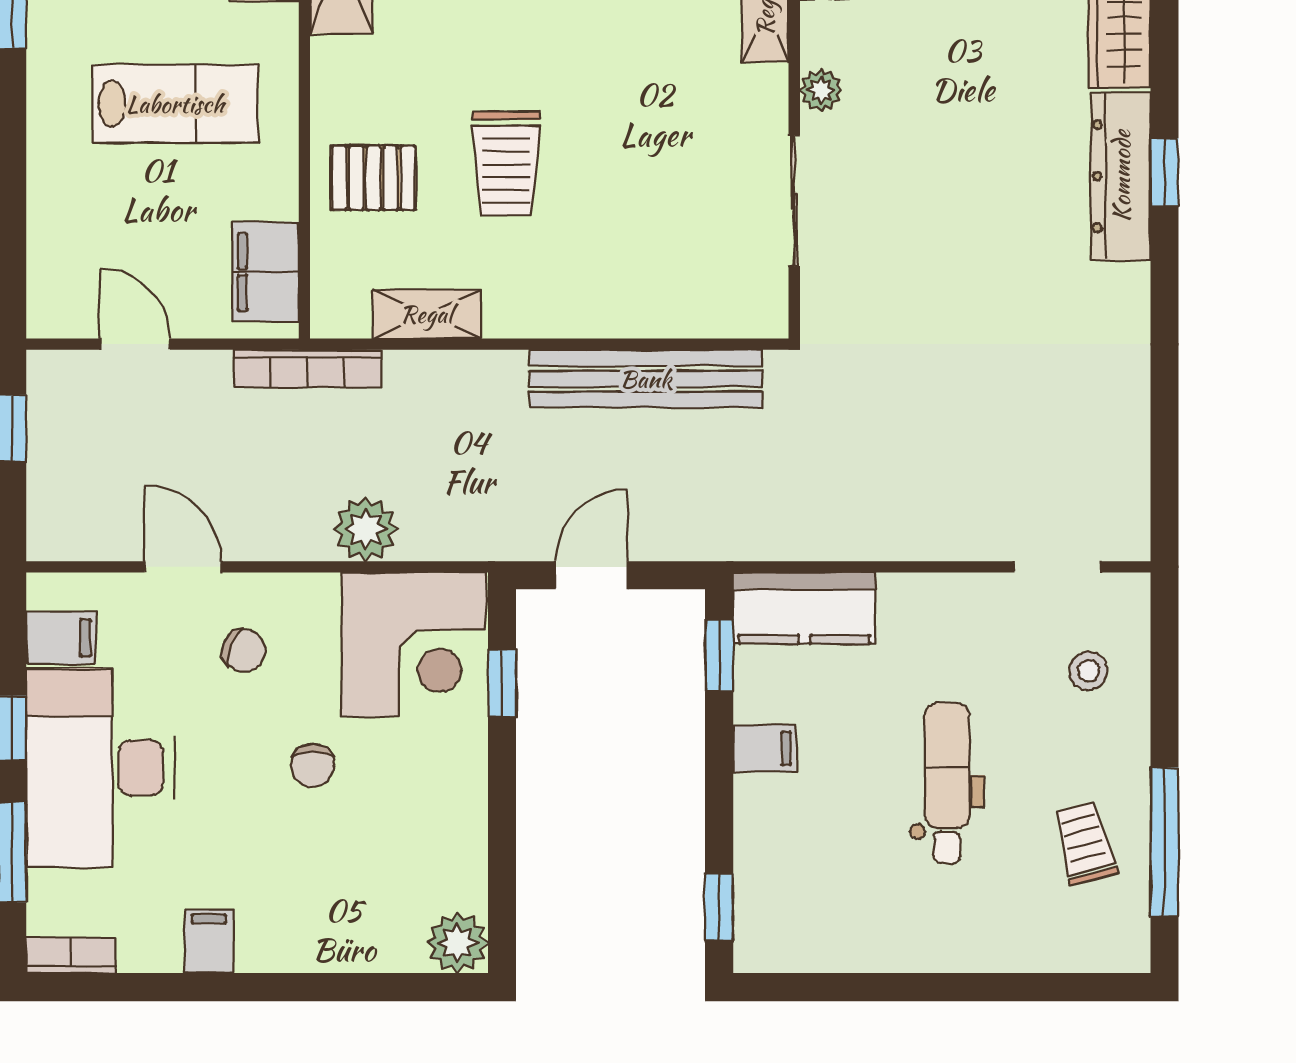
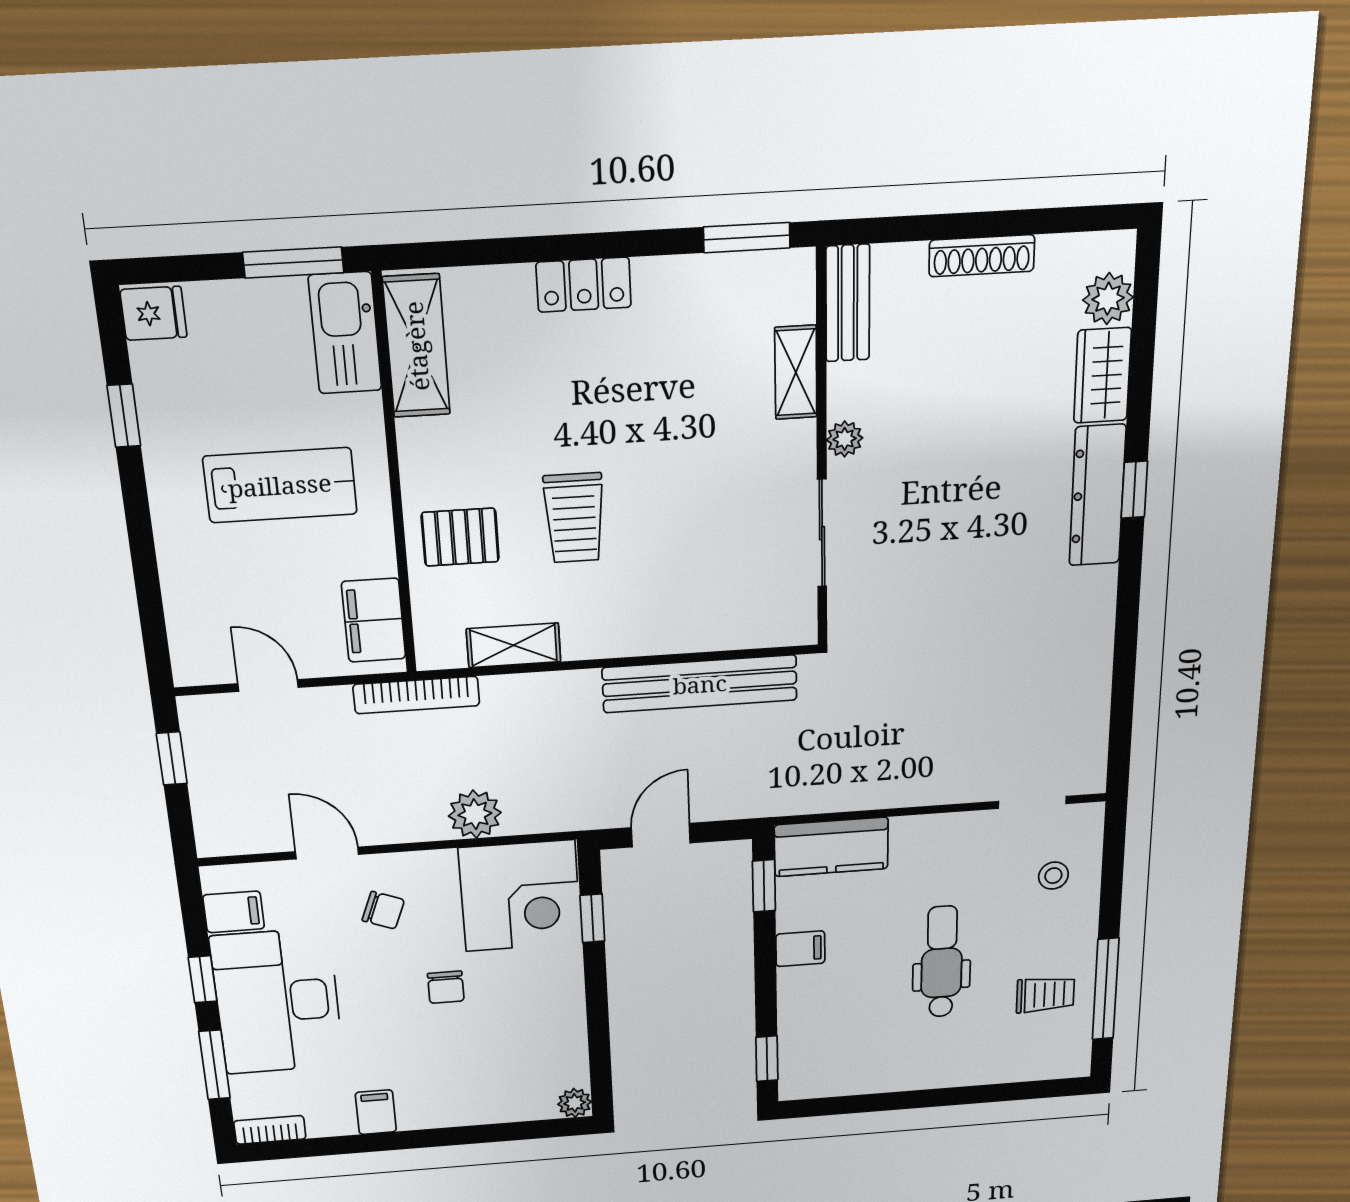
trolley: (1085, 843) -> (1045, 995), turned 105
plant: (458, 943) -> (575, 1103), width x0.73, depth x0.73

